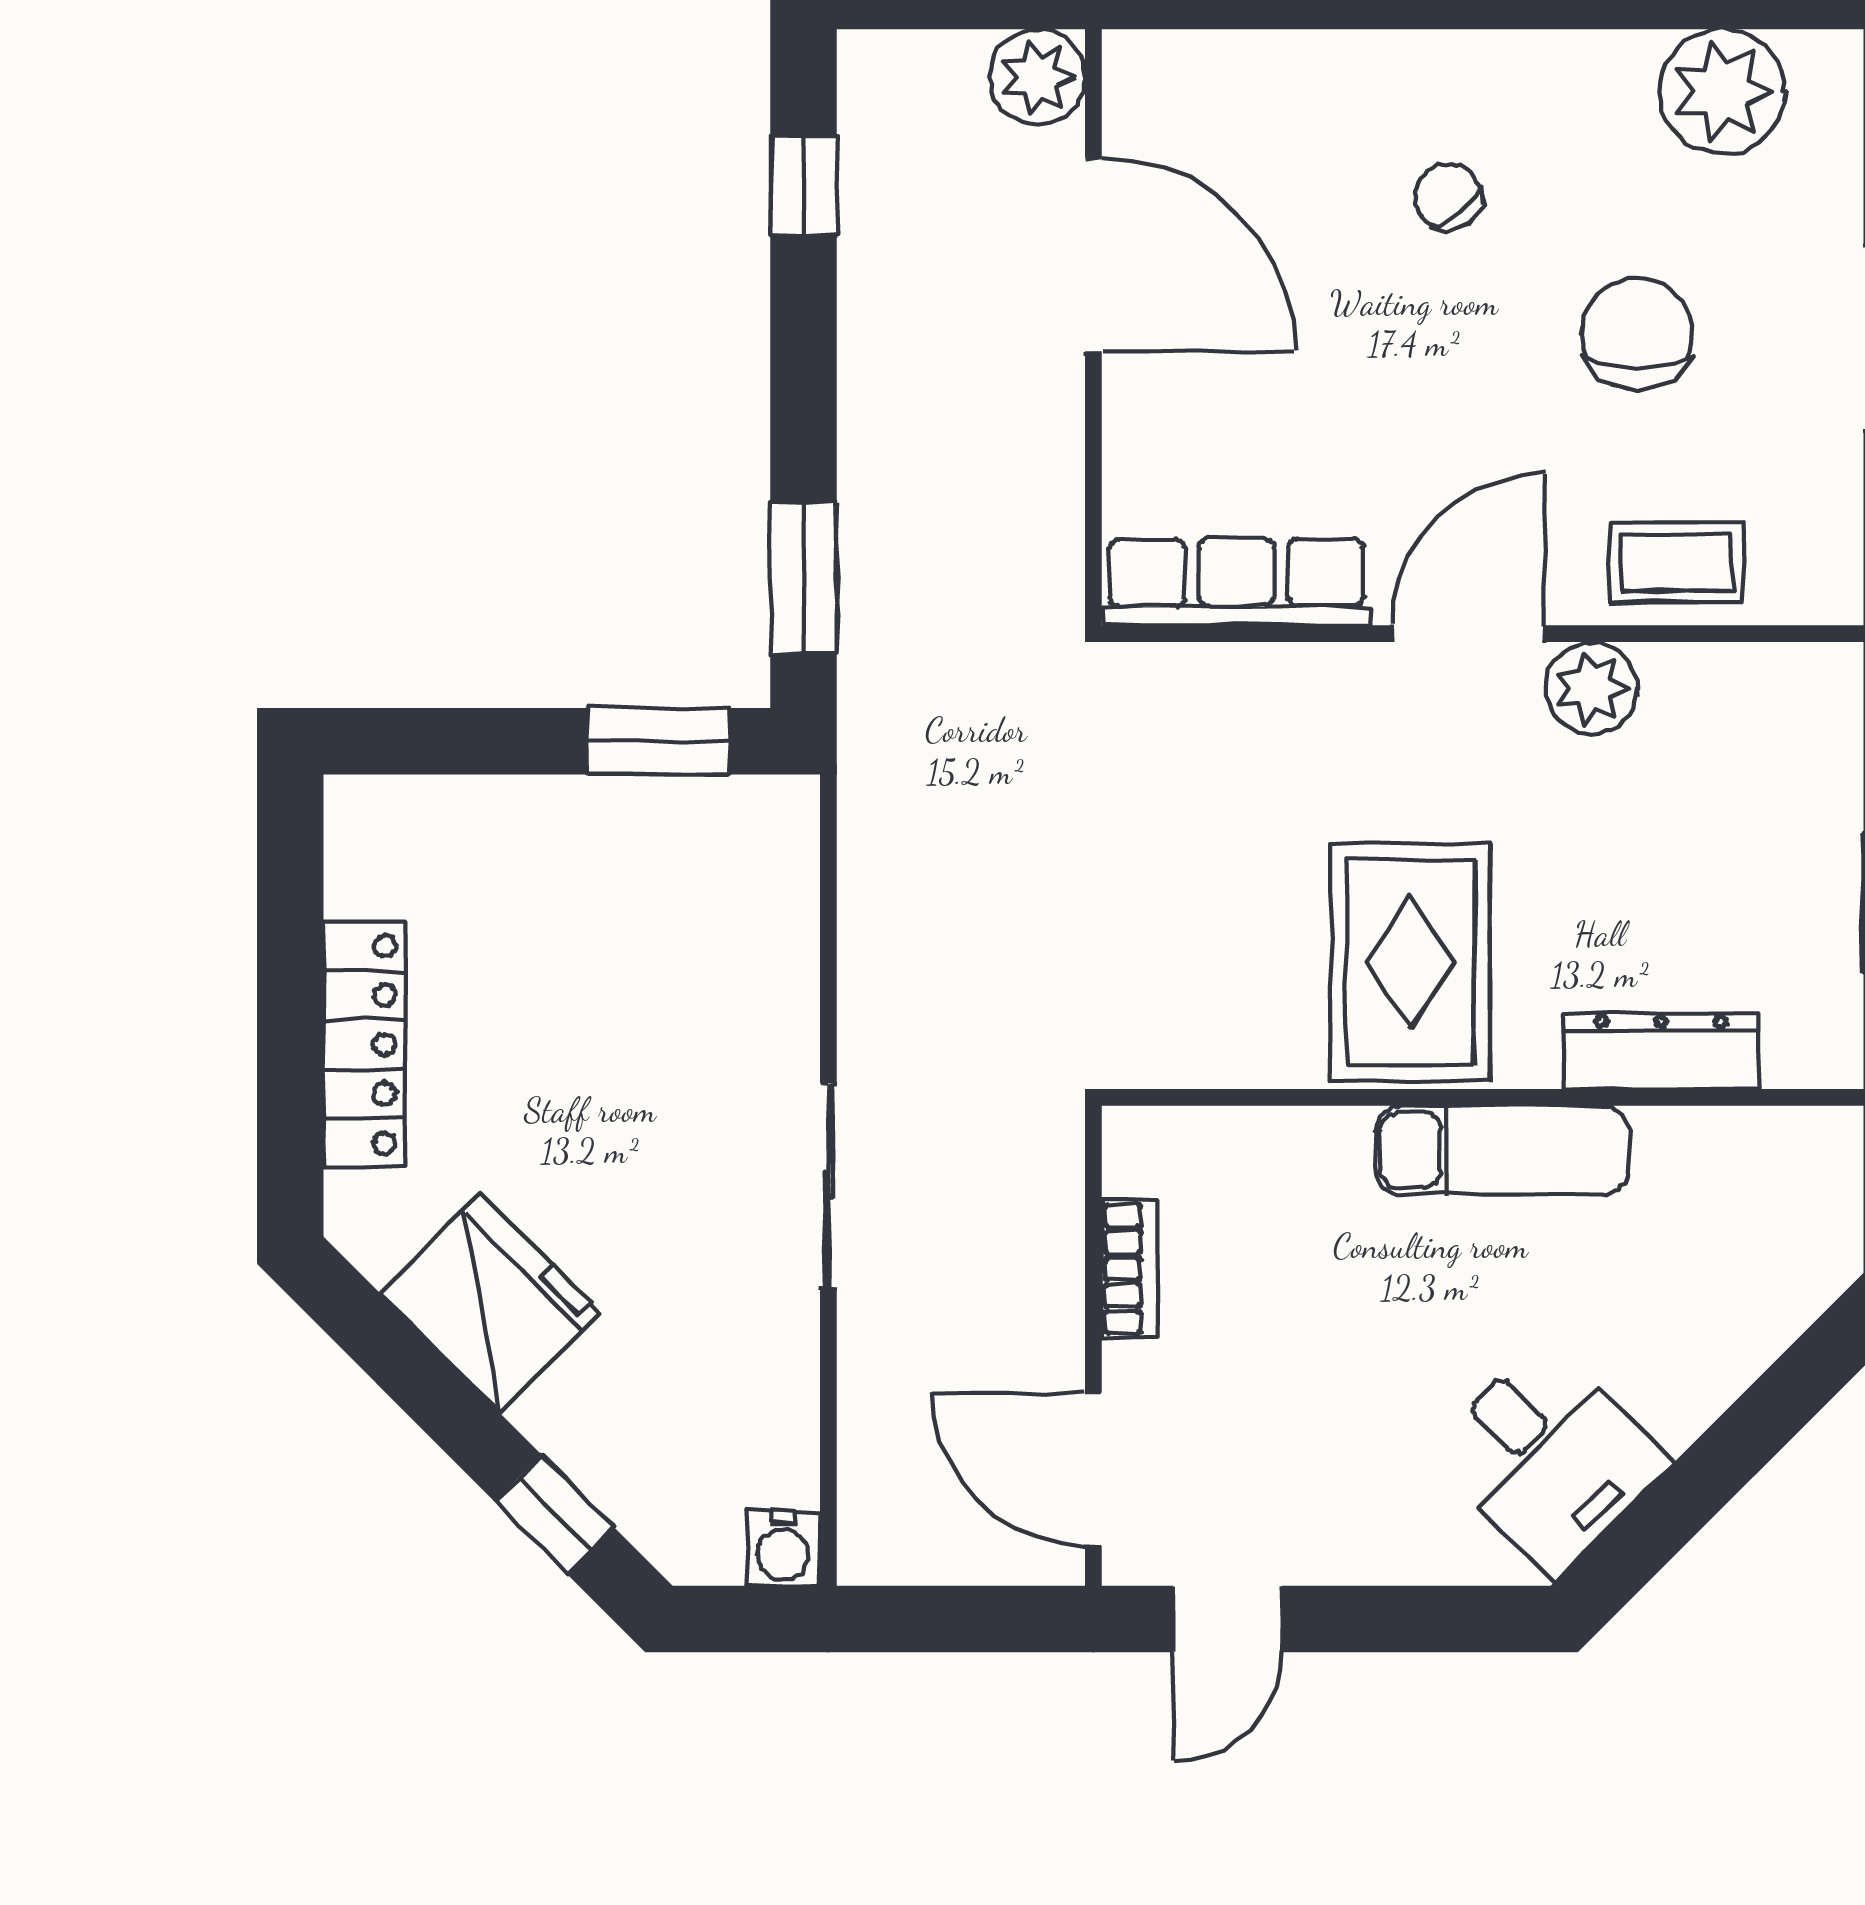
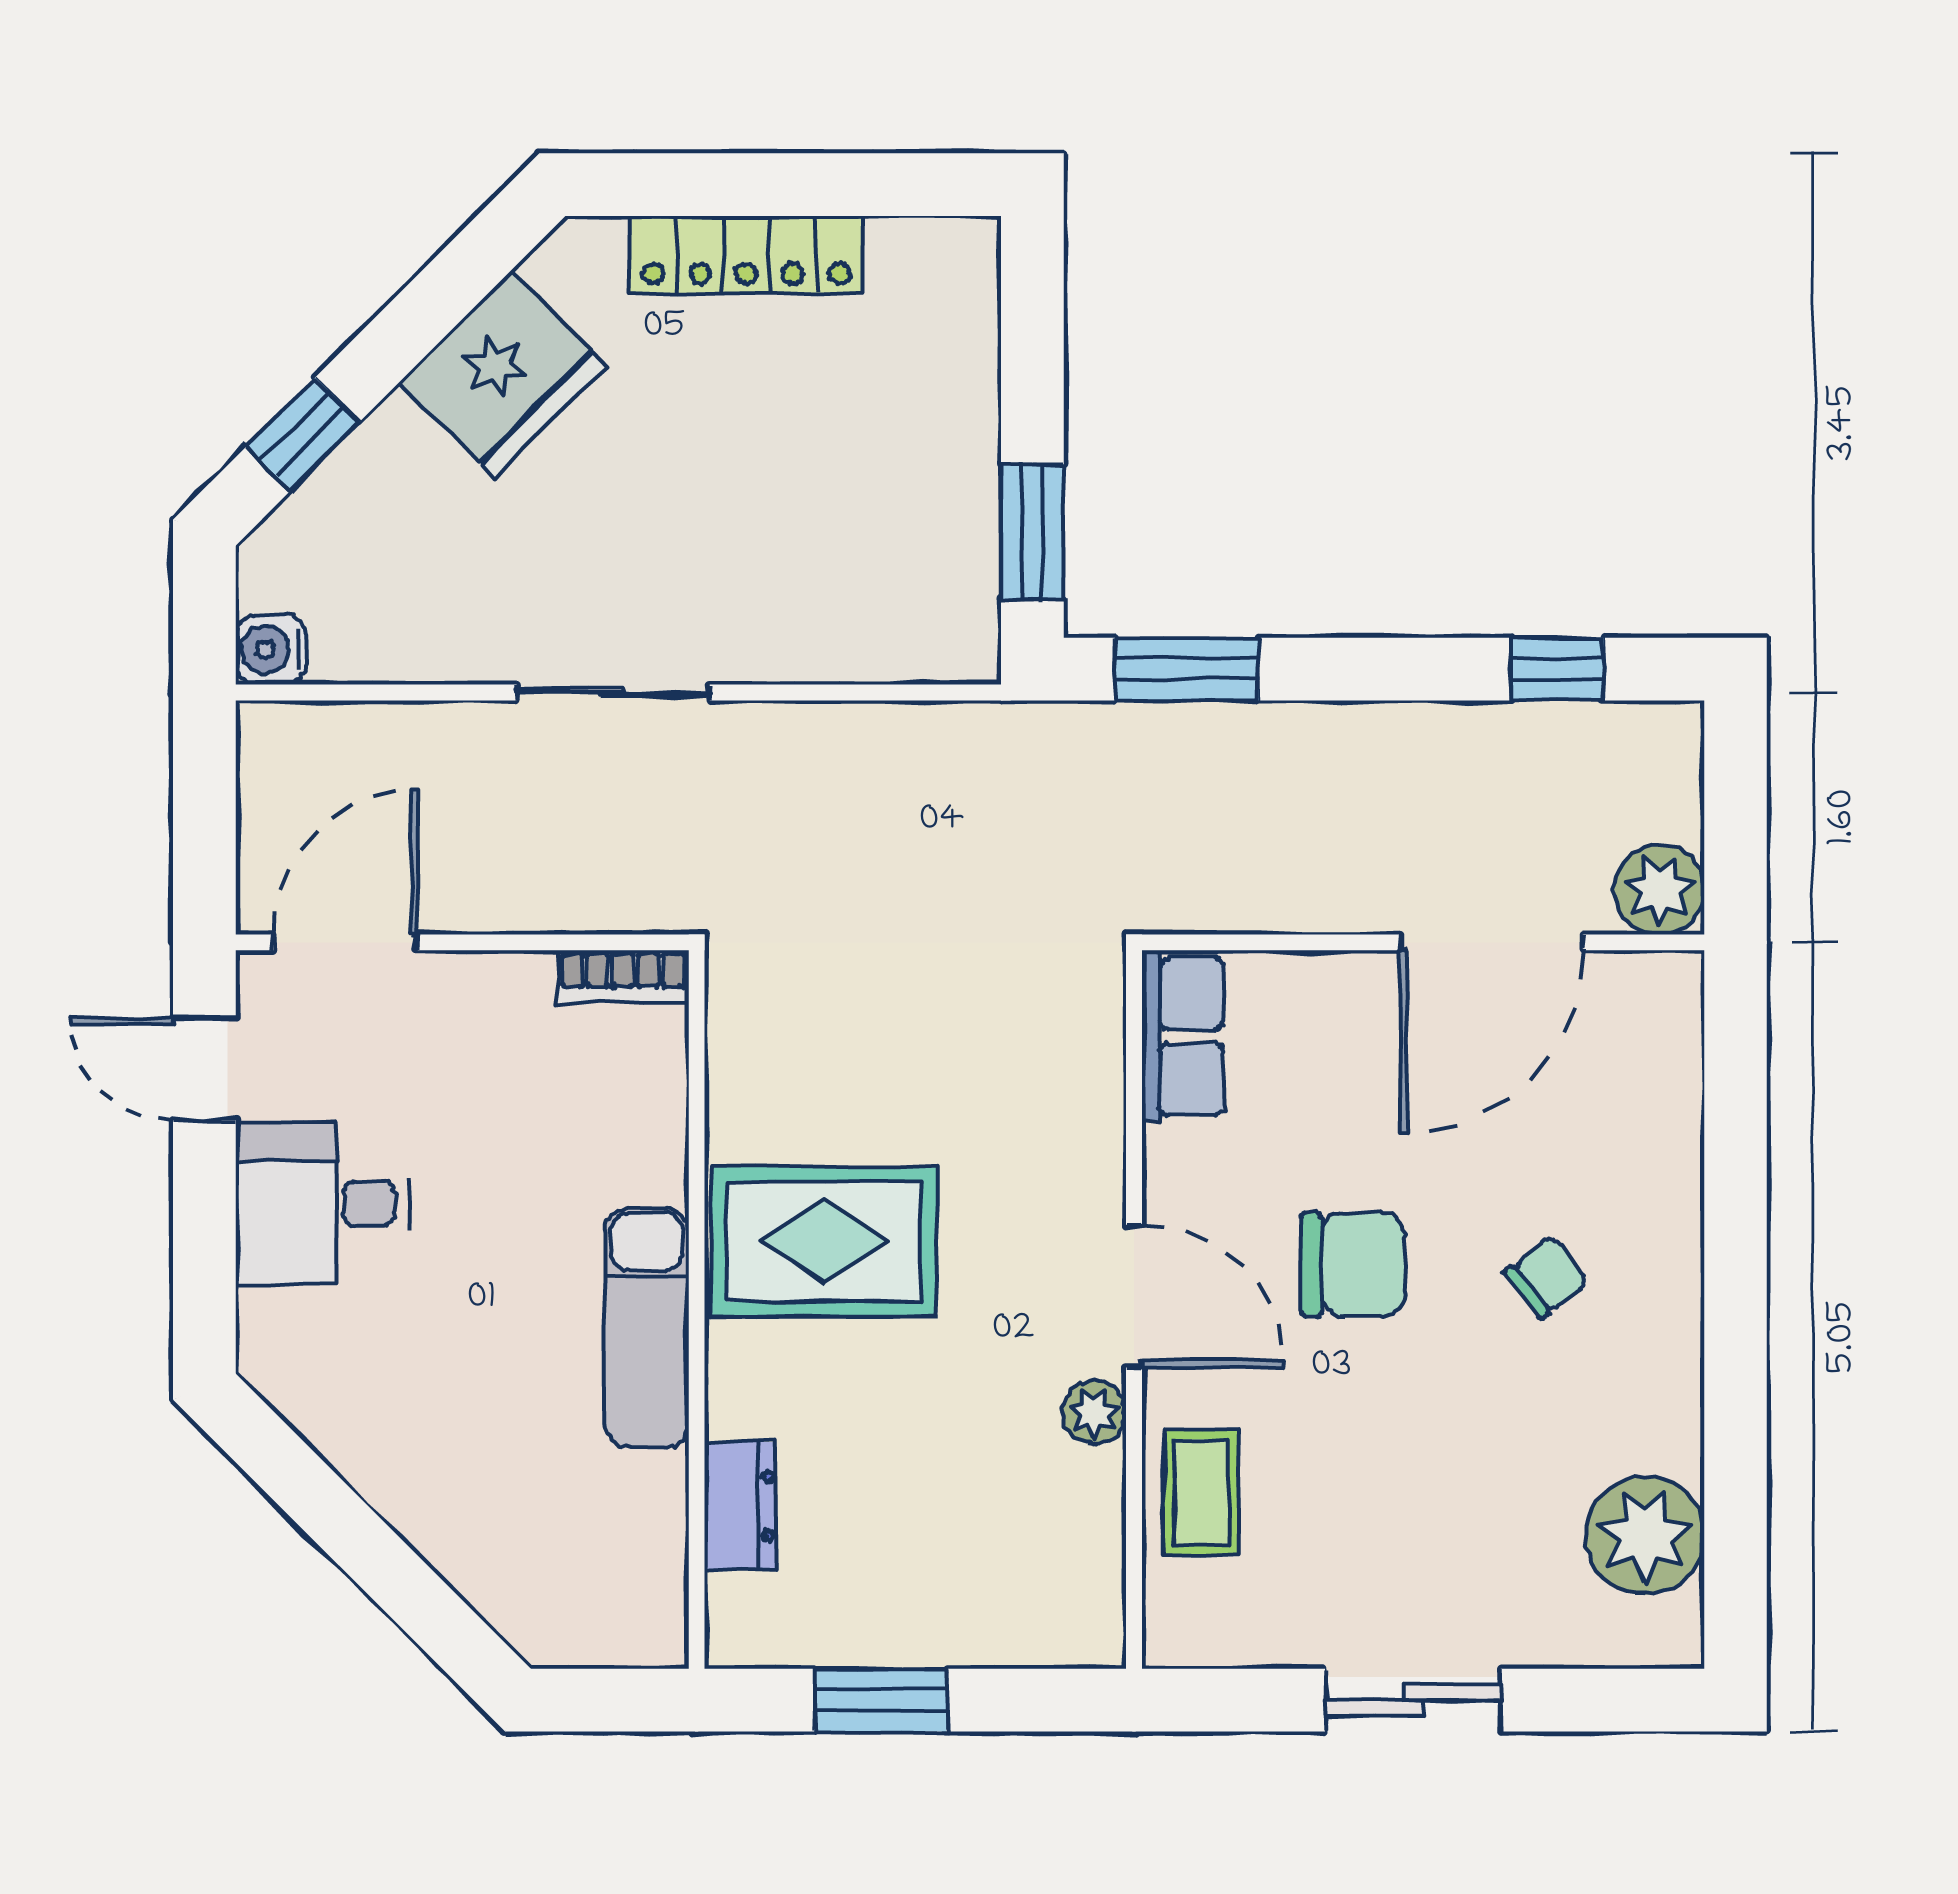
chair: (1637, 334) -> (1353, 1265), moved
row of seats: (1237, 582) -> (1183, 1037), width x0.68
plant: (1592, 688) -> (1094, 1412), width x0.73, depth x0.73
dresser: (1661, 1051) -> (740, 1506), width x0.70
bookcase: (1129, 1269) -> (623, 976), moved
desk: (1549, 1457) -> (322, 1203), moved, turned 45

